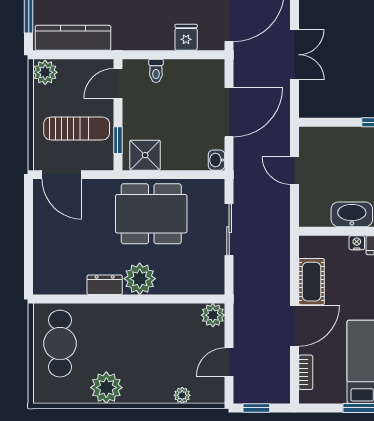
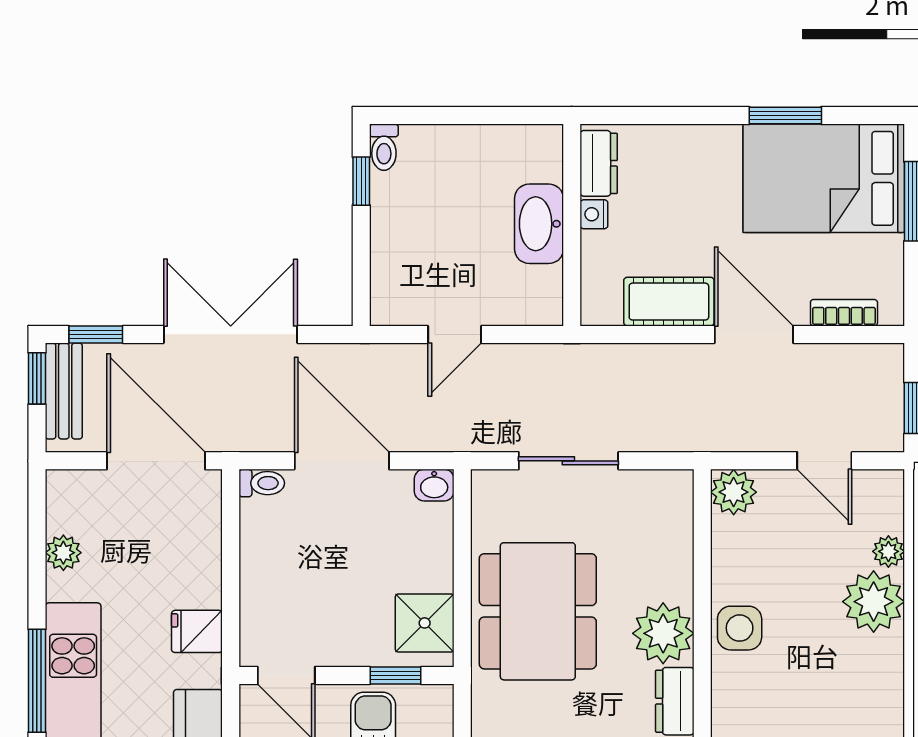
fridge: (186, 37) -> (197, 631), moved
double door: (295, 55) -> (231, 334), width x1.37
toilet: (156, 71) -> (262, 483), moved
side table: (142, 318) -> (740, 628), added
plant: (106, 388) -> (874, 602), moved

